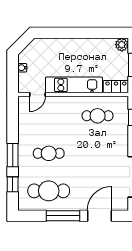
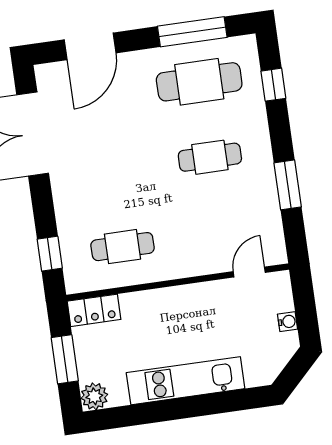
kitchen unit: (74, 85) -> (186, 381), moved, turned 180
window: (13, 155) -> (288, 185), moved
window: (63, 216) -> (192, 32), moved

